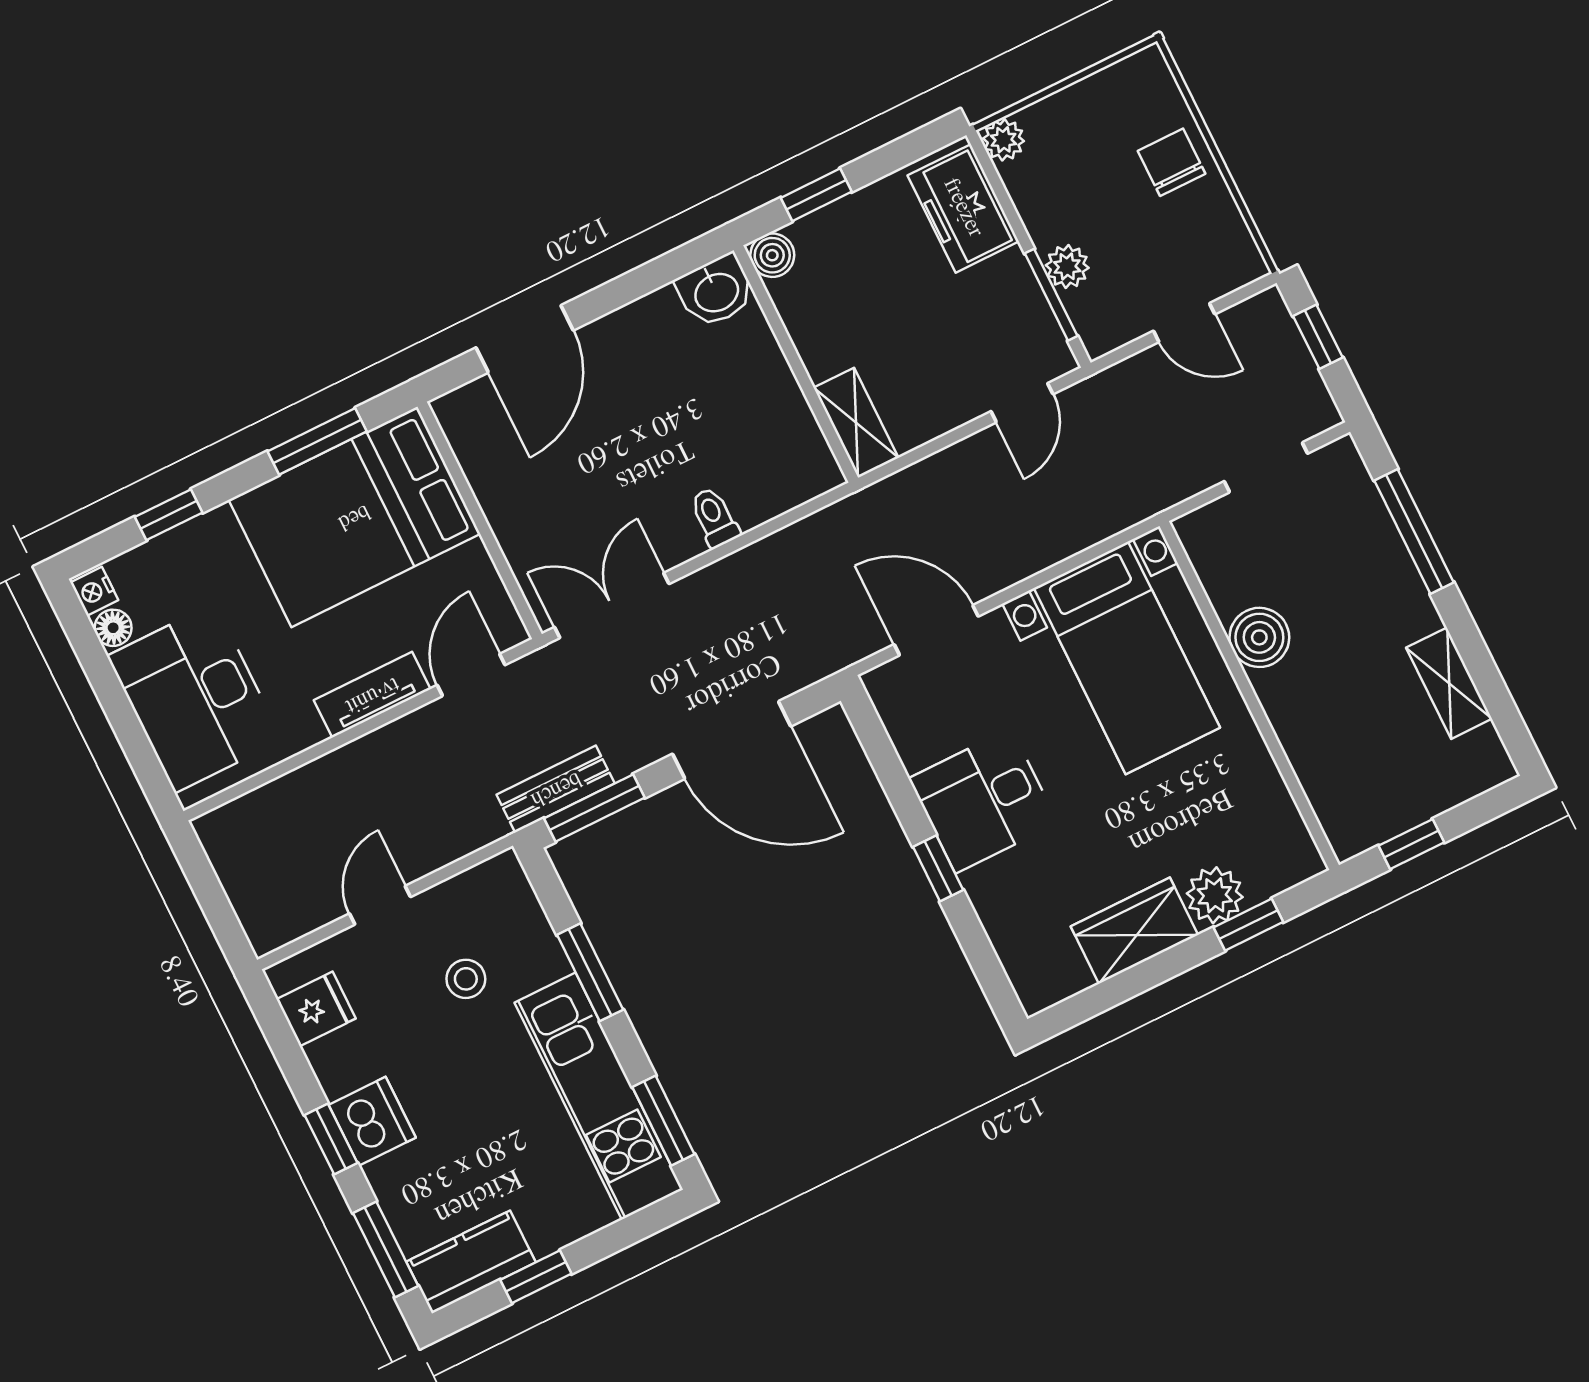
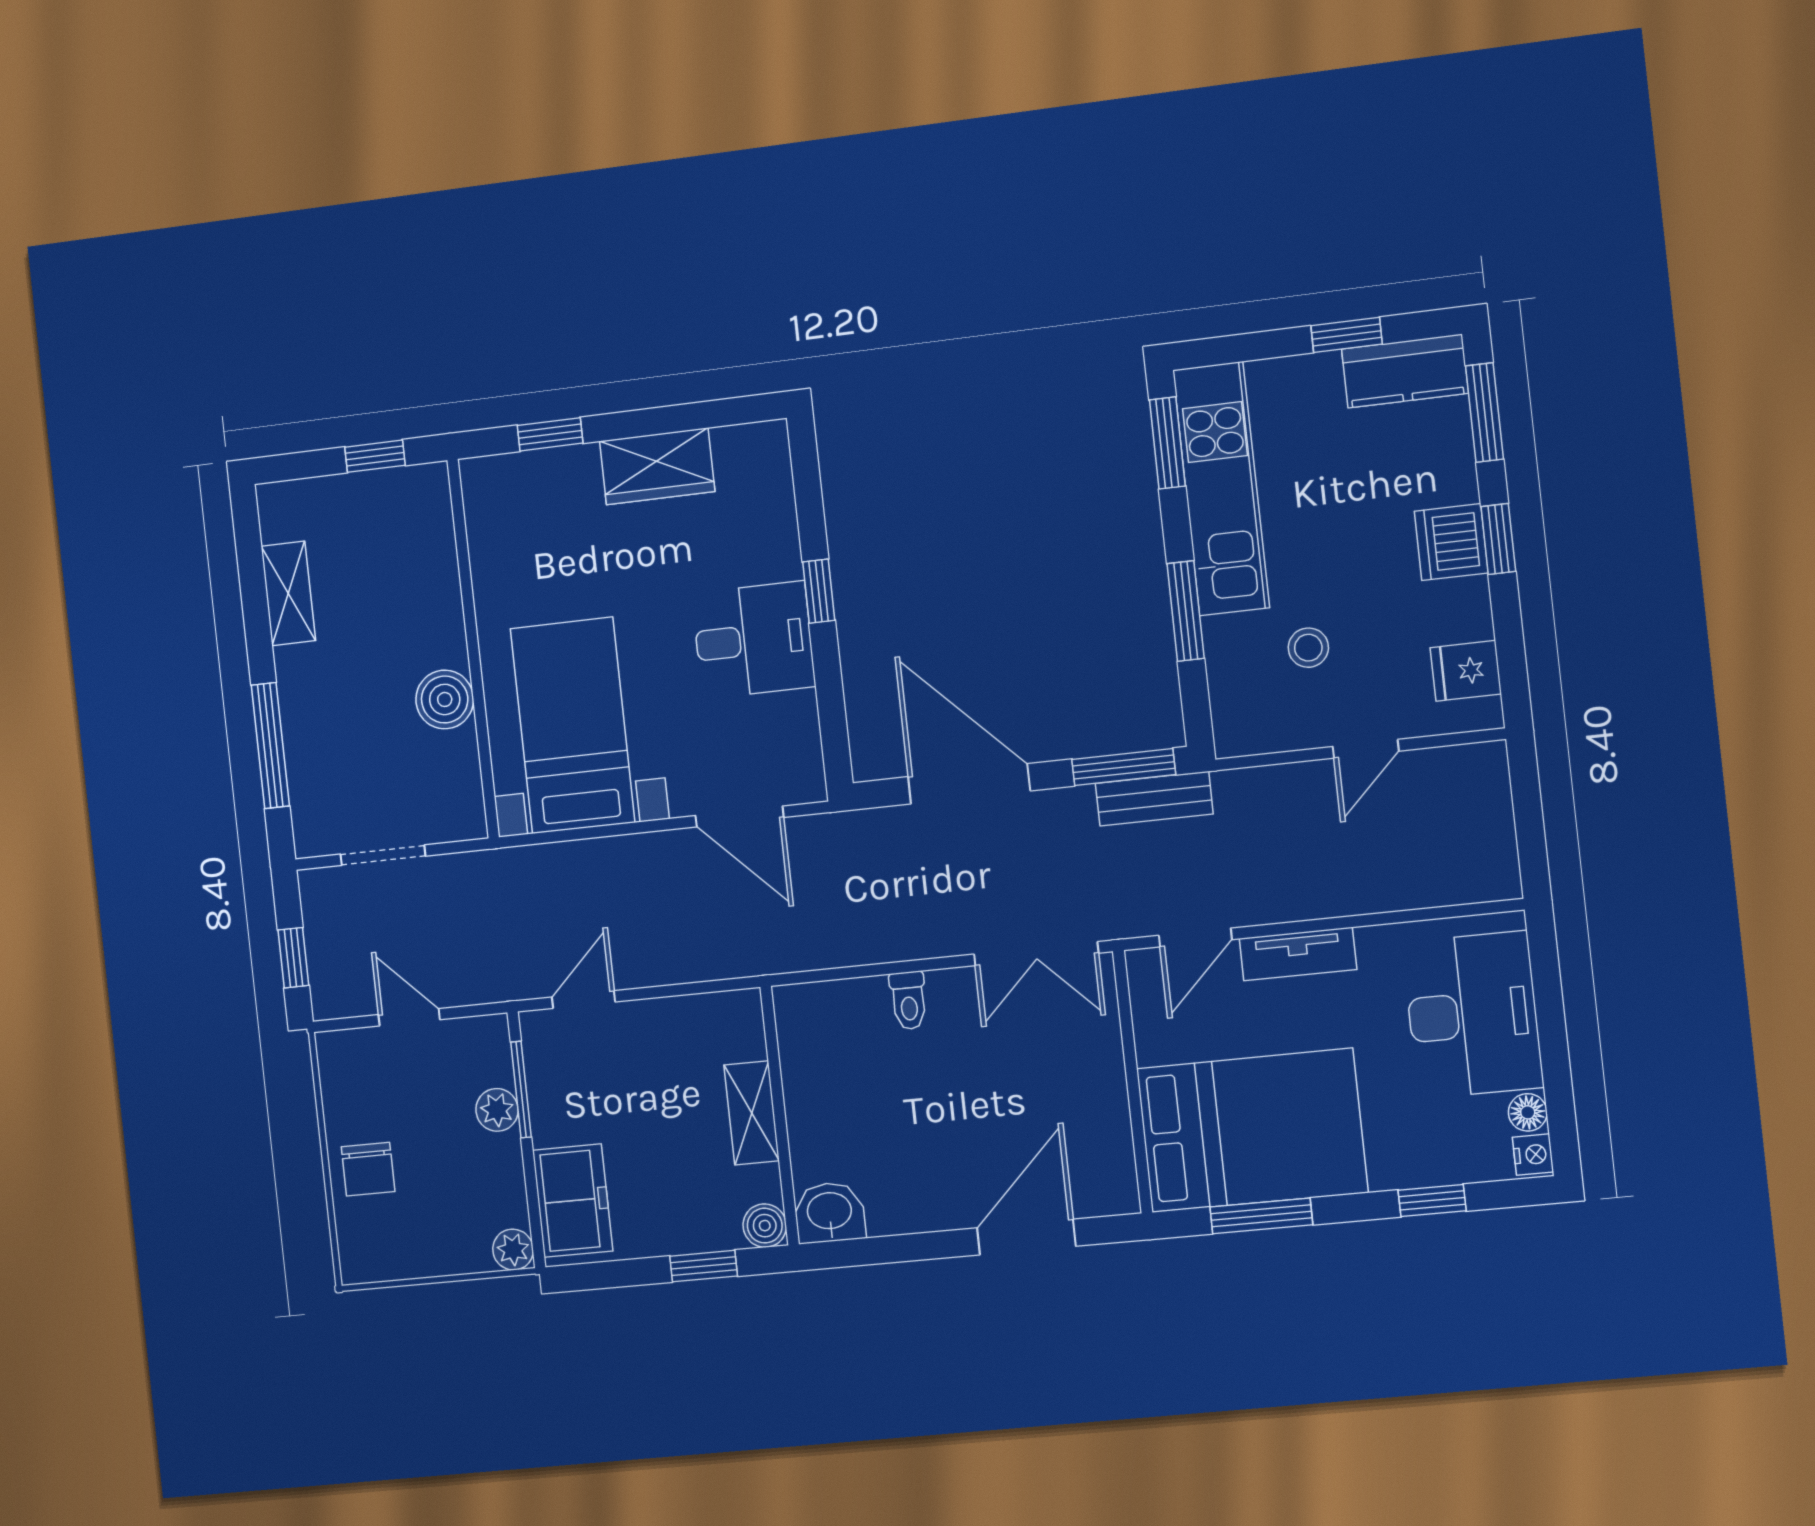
shelving: (856, 423) -> (752, 1113), moved
plant: (1215, 895) -> (571, 473), removed

